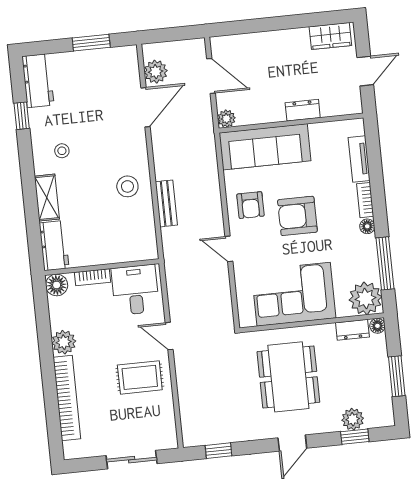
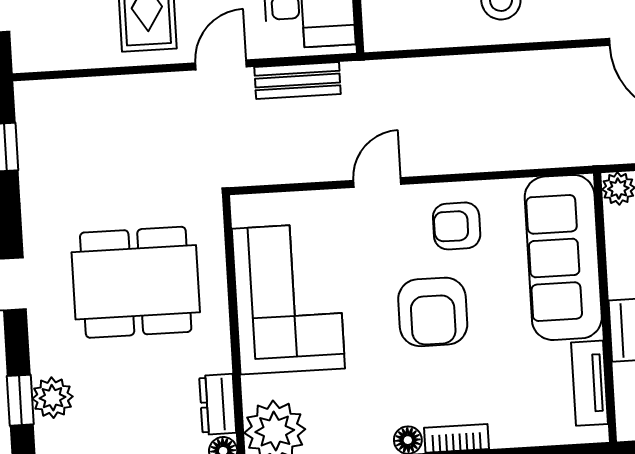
tv unit: (359, 159) -> (590, 383), moved, turned -90
bench: (166, 203) -> (298, 81), moved
armchair: (297, 216) -> (433, 312), turned 180

